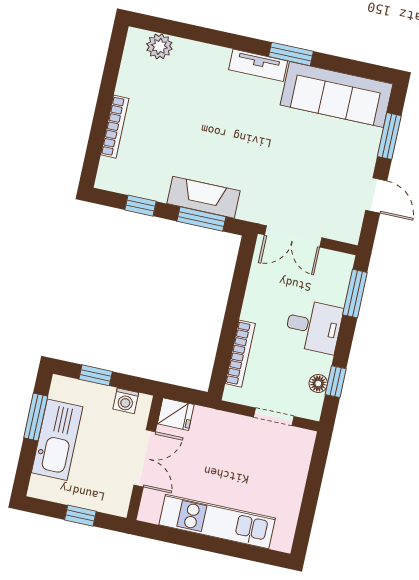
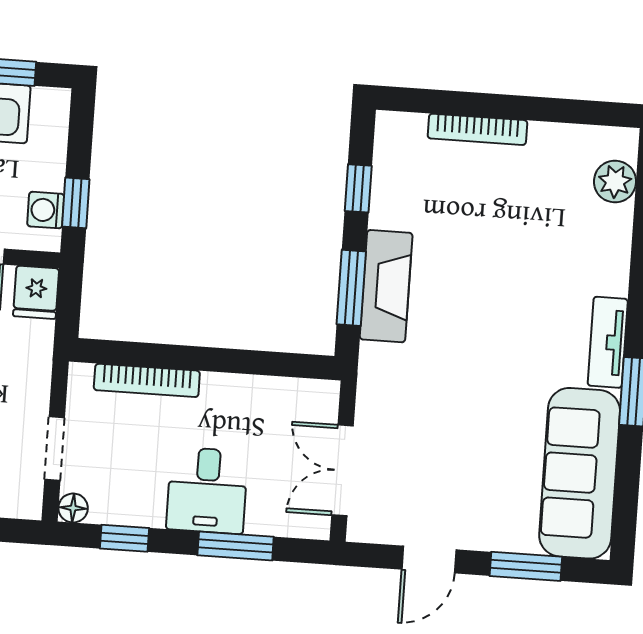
double door: (293, 236) -> (342, 470), moved
window: (355, 294) -> (236, 546), moved
window: (96, 375) -> (76, 203), moved
floor lamp: (318, 383) -> (73, 508), moved

